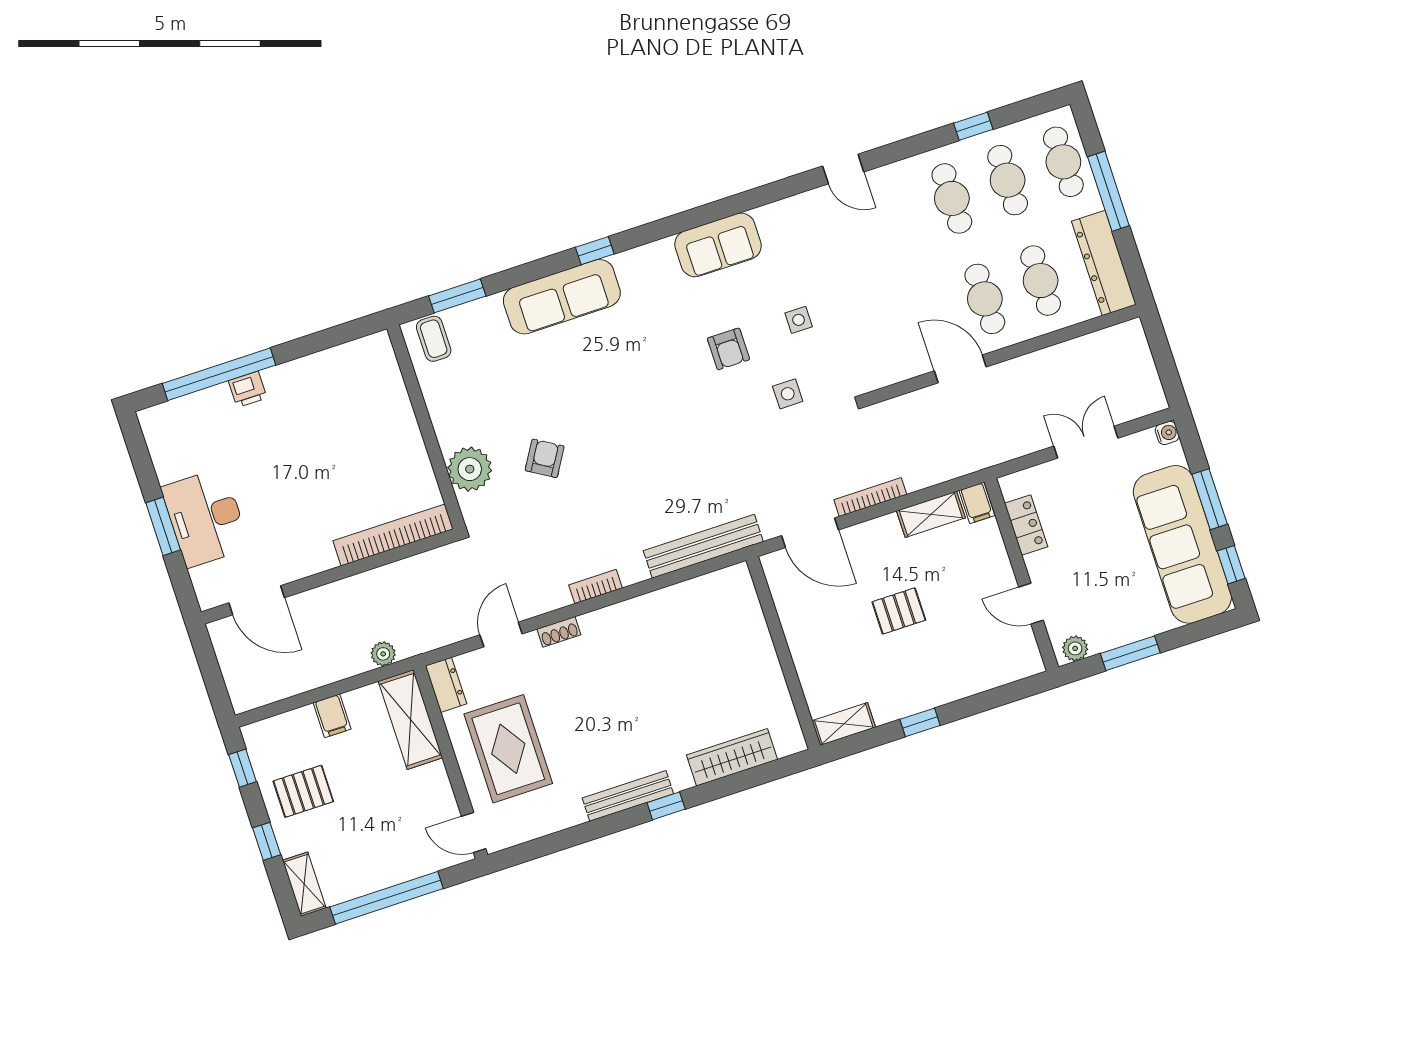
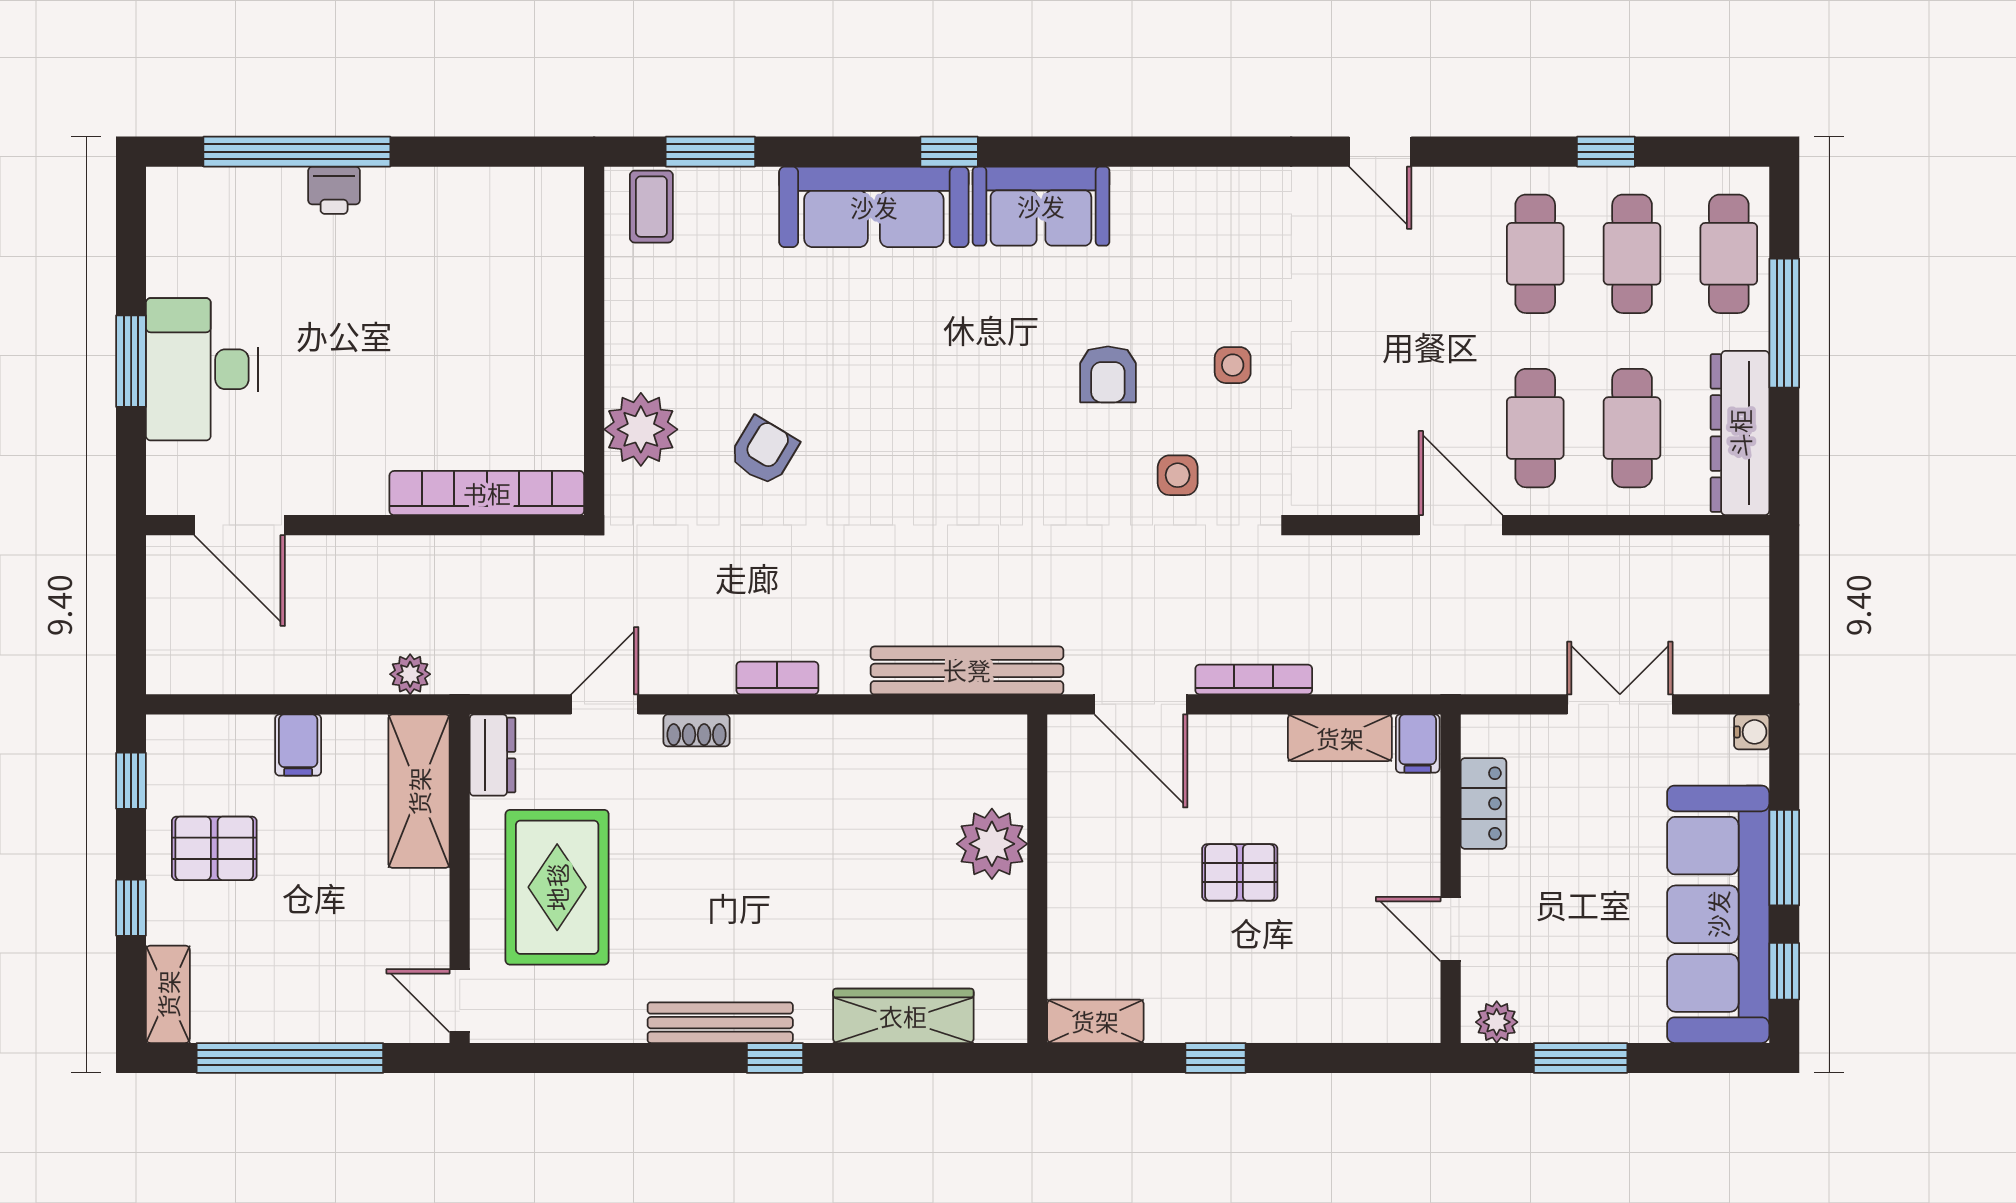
sofa: (718, 245) -> (1041, 206), moved
plant: (751, 641) -> (992, 844), added

